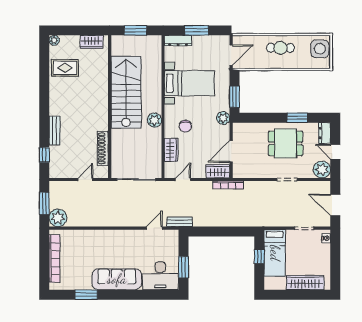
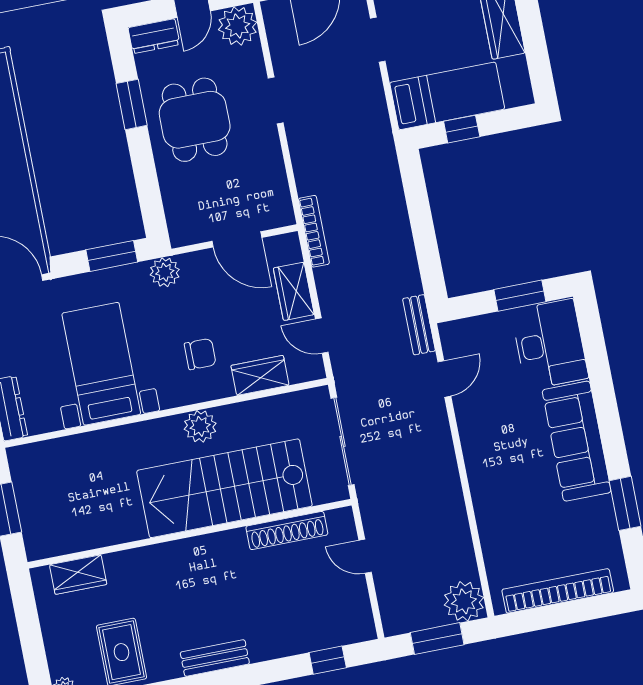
wardrobe: (91, 42) -> (78, 575), moved, turned 90
stairs: (126, 92) -> (224, 488), moved
bench: (55, 131) -> (215, 658), moved
wardrobe: (218, 171) -> (294, 291), moved
door: (154, 228) -> (444, 379), swing flipped

